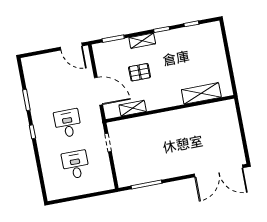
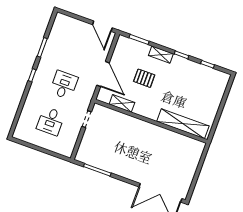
shelving: (201, 93) -> (183, 124), width x1.47
desk: (76, 165) -> (51, 121), turned 180

